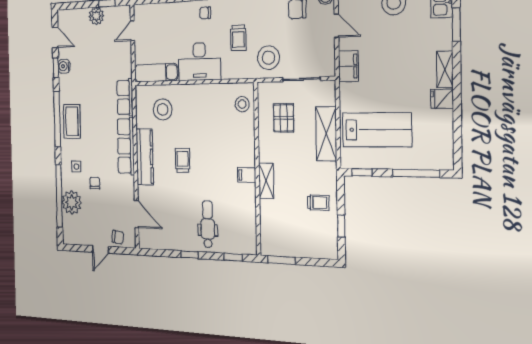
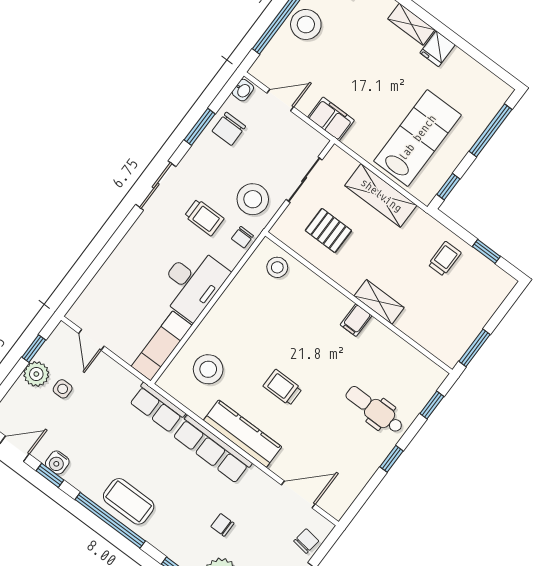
chair: (205, 13) -> (242, 237), moved
side table: (76, 167) -> (63, 389), moved

